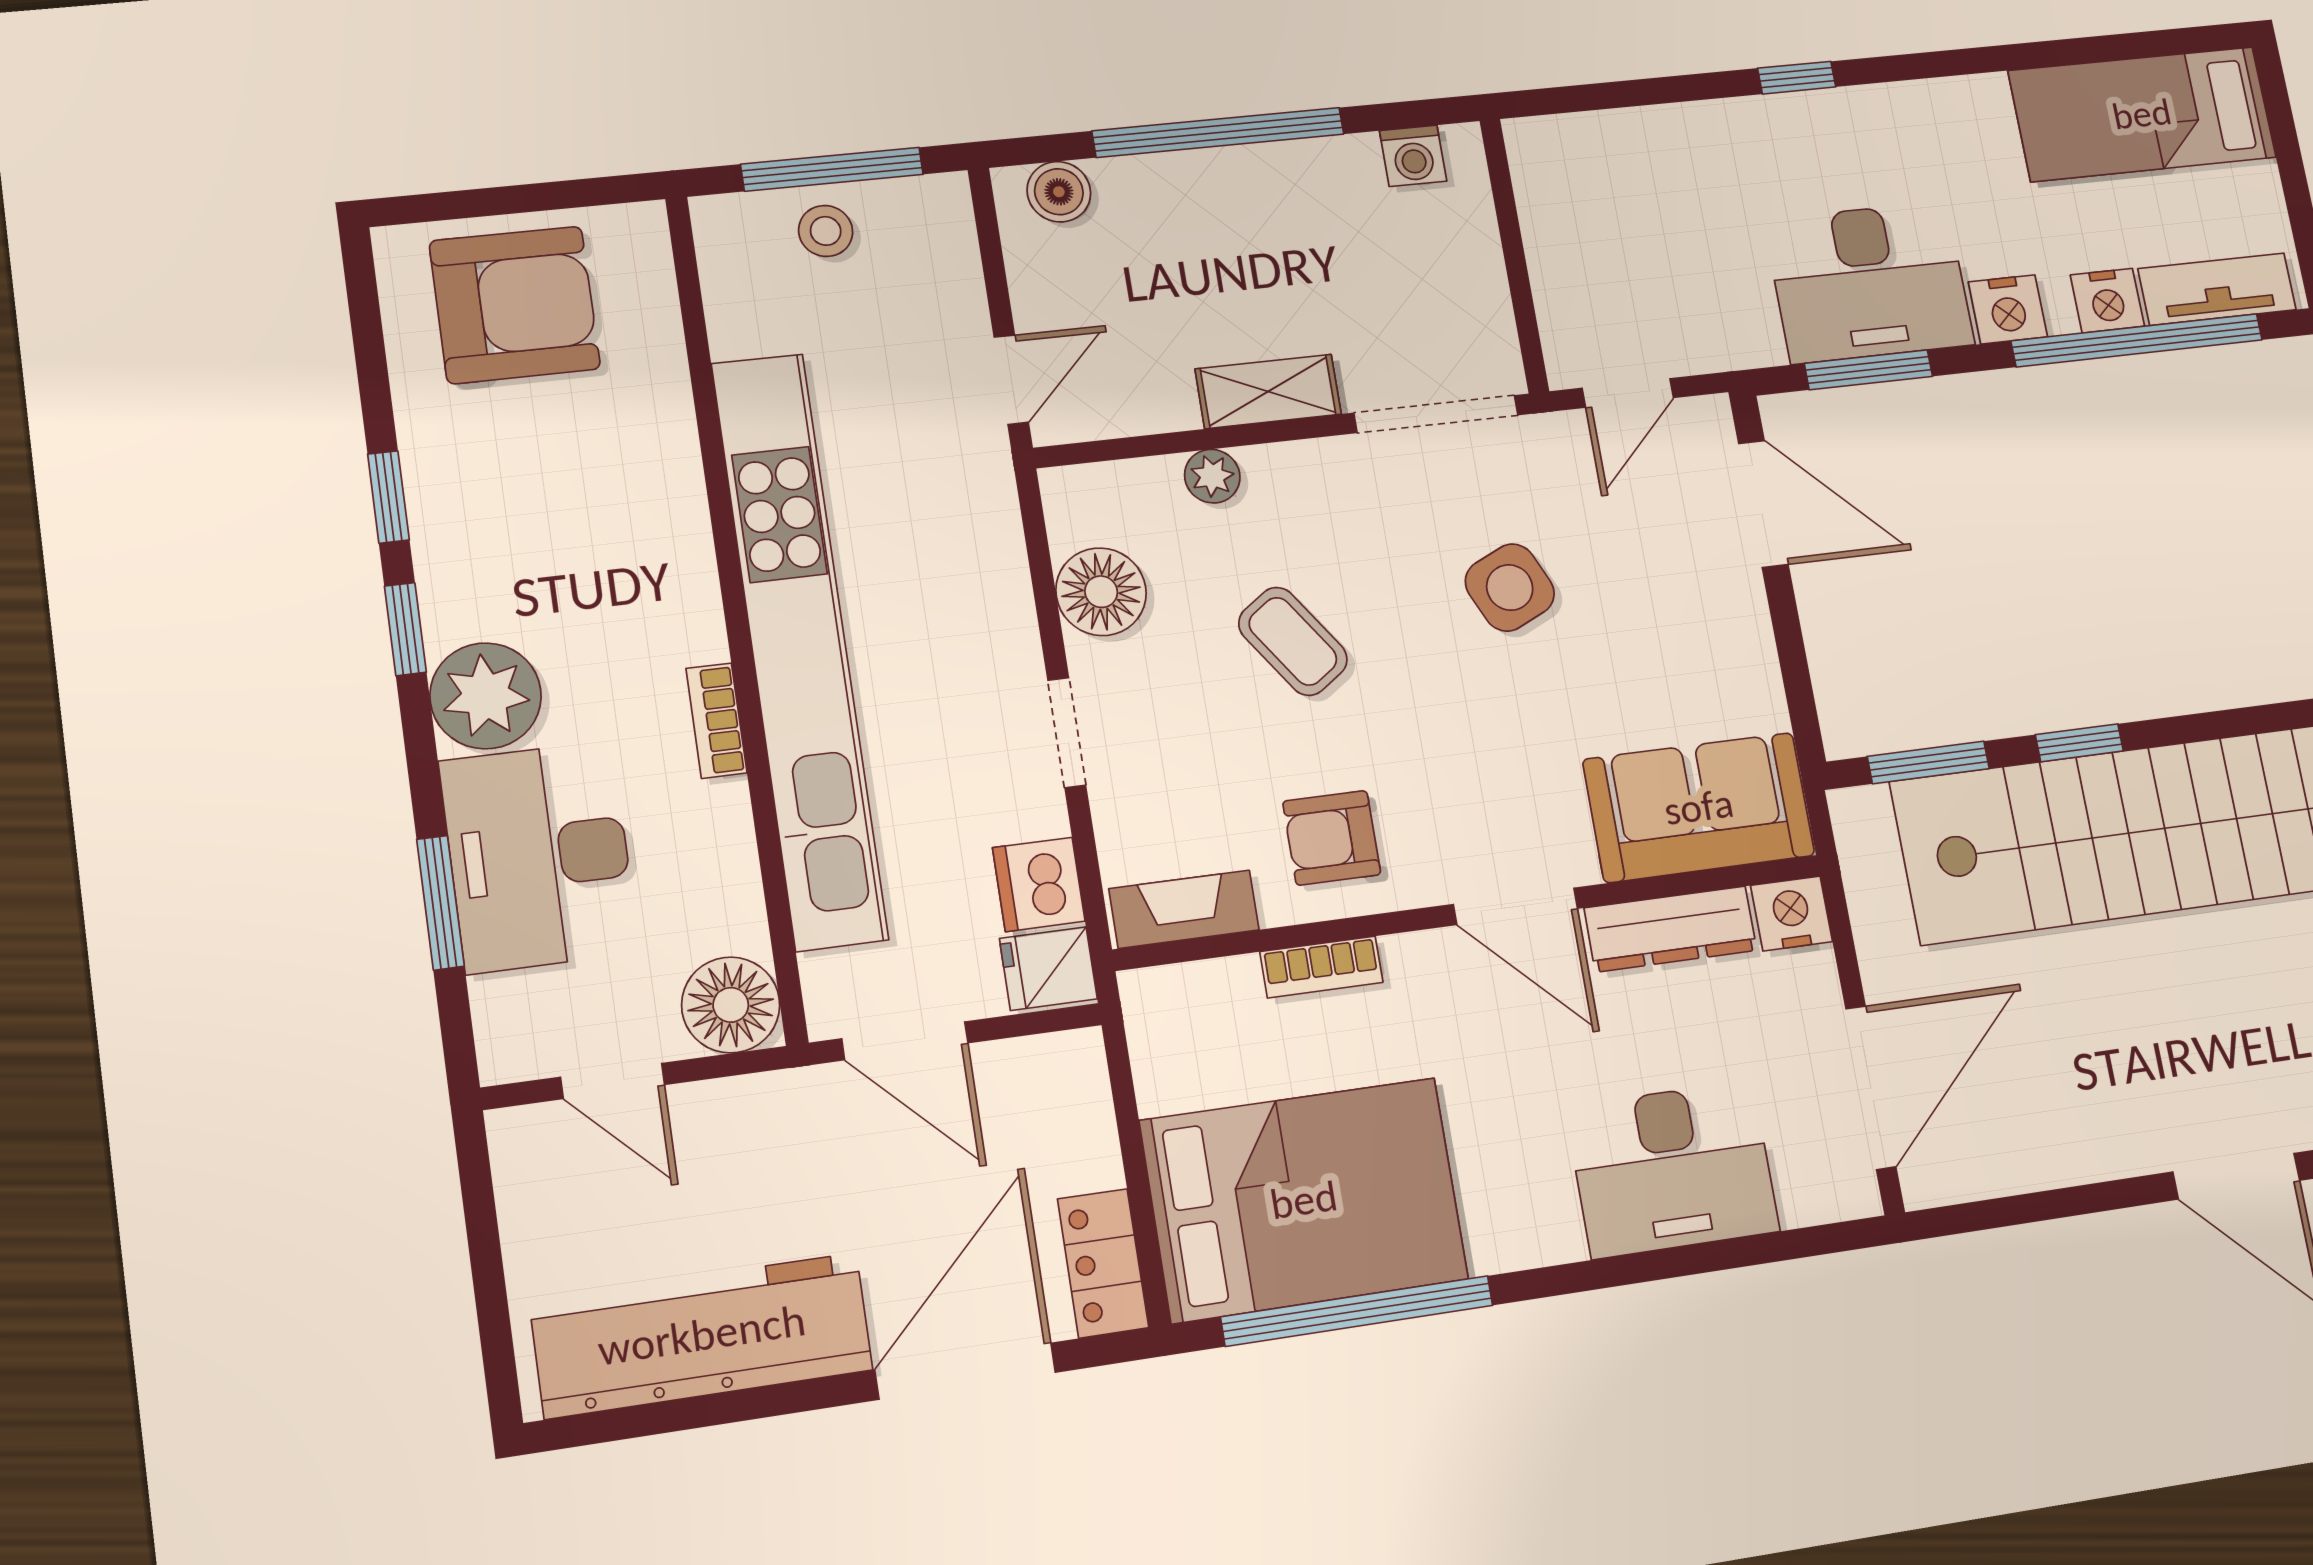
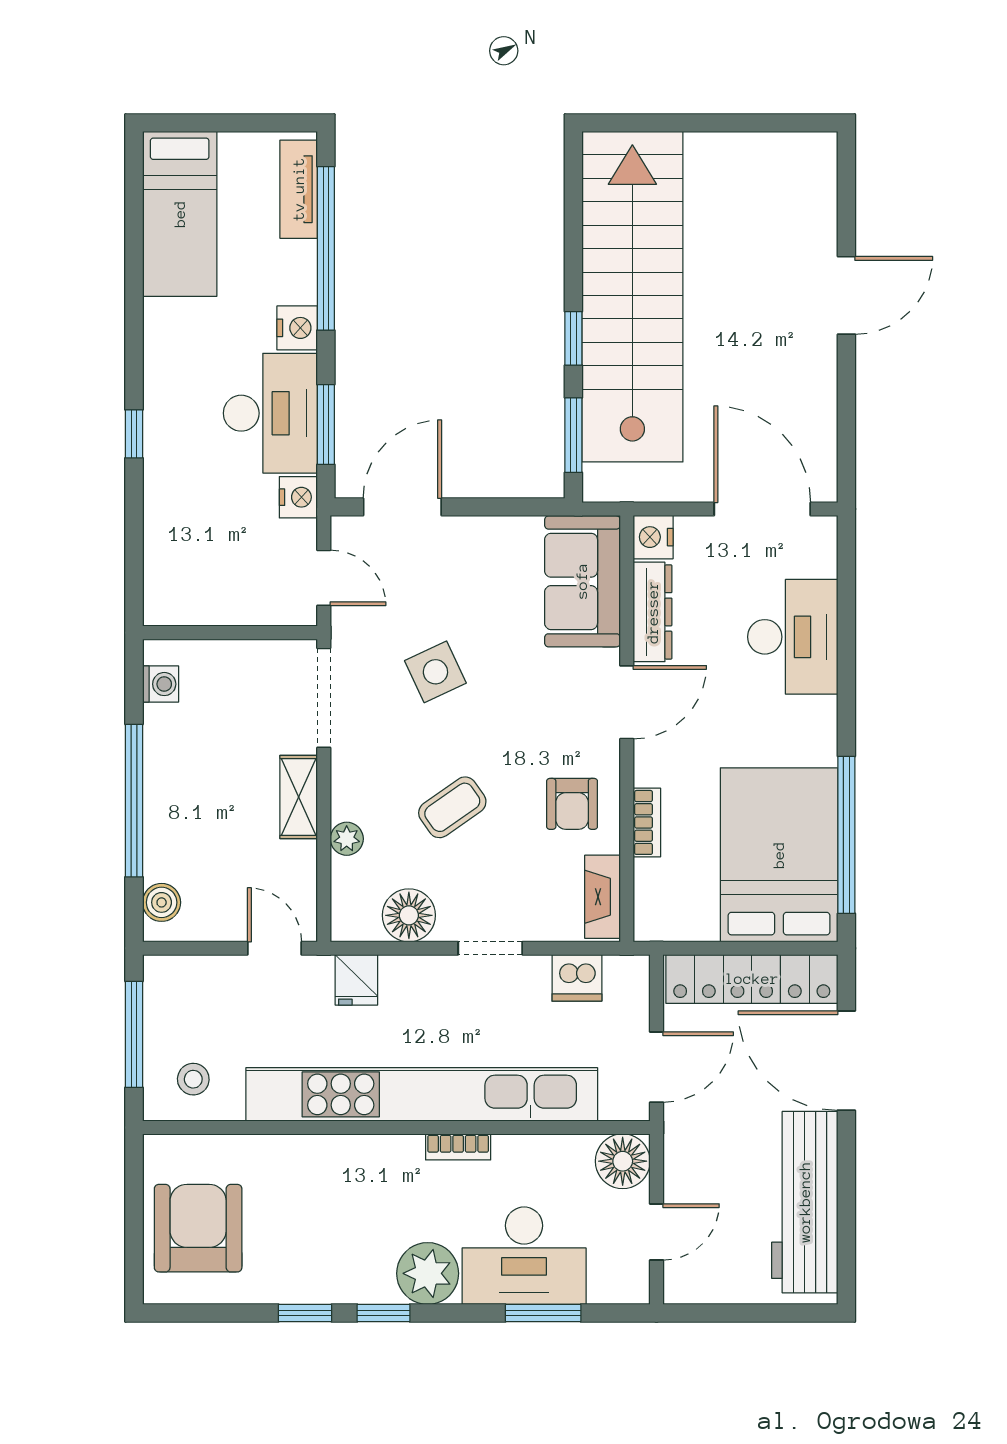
stool: (826, 231) -> (193, 1079), moved
nightstand: (2107, 301) -> (298, 497), moved
fridge: (1048, 969) -> (356, 980), moved
locker: (1103, 1263) -> (752, 979), width x2.16, depth x1.21

